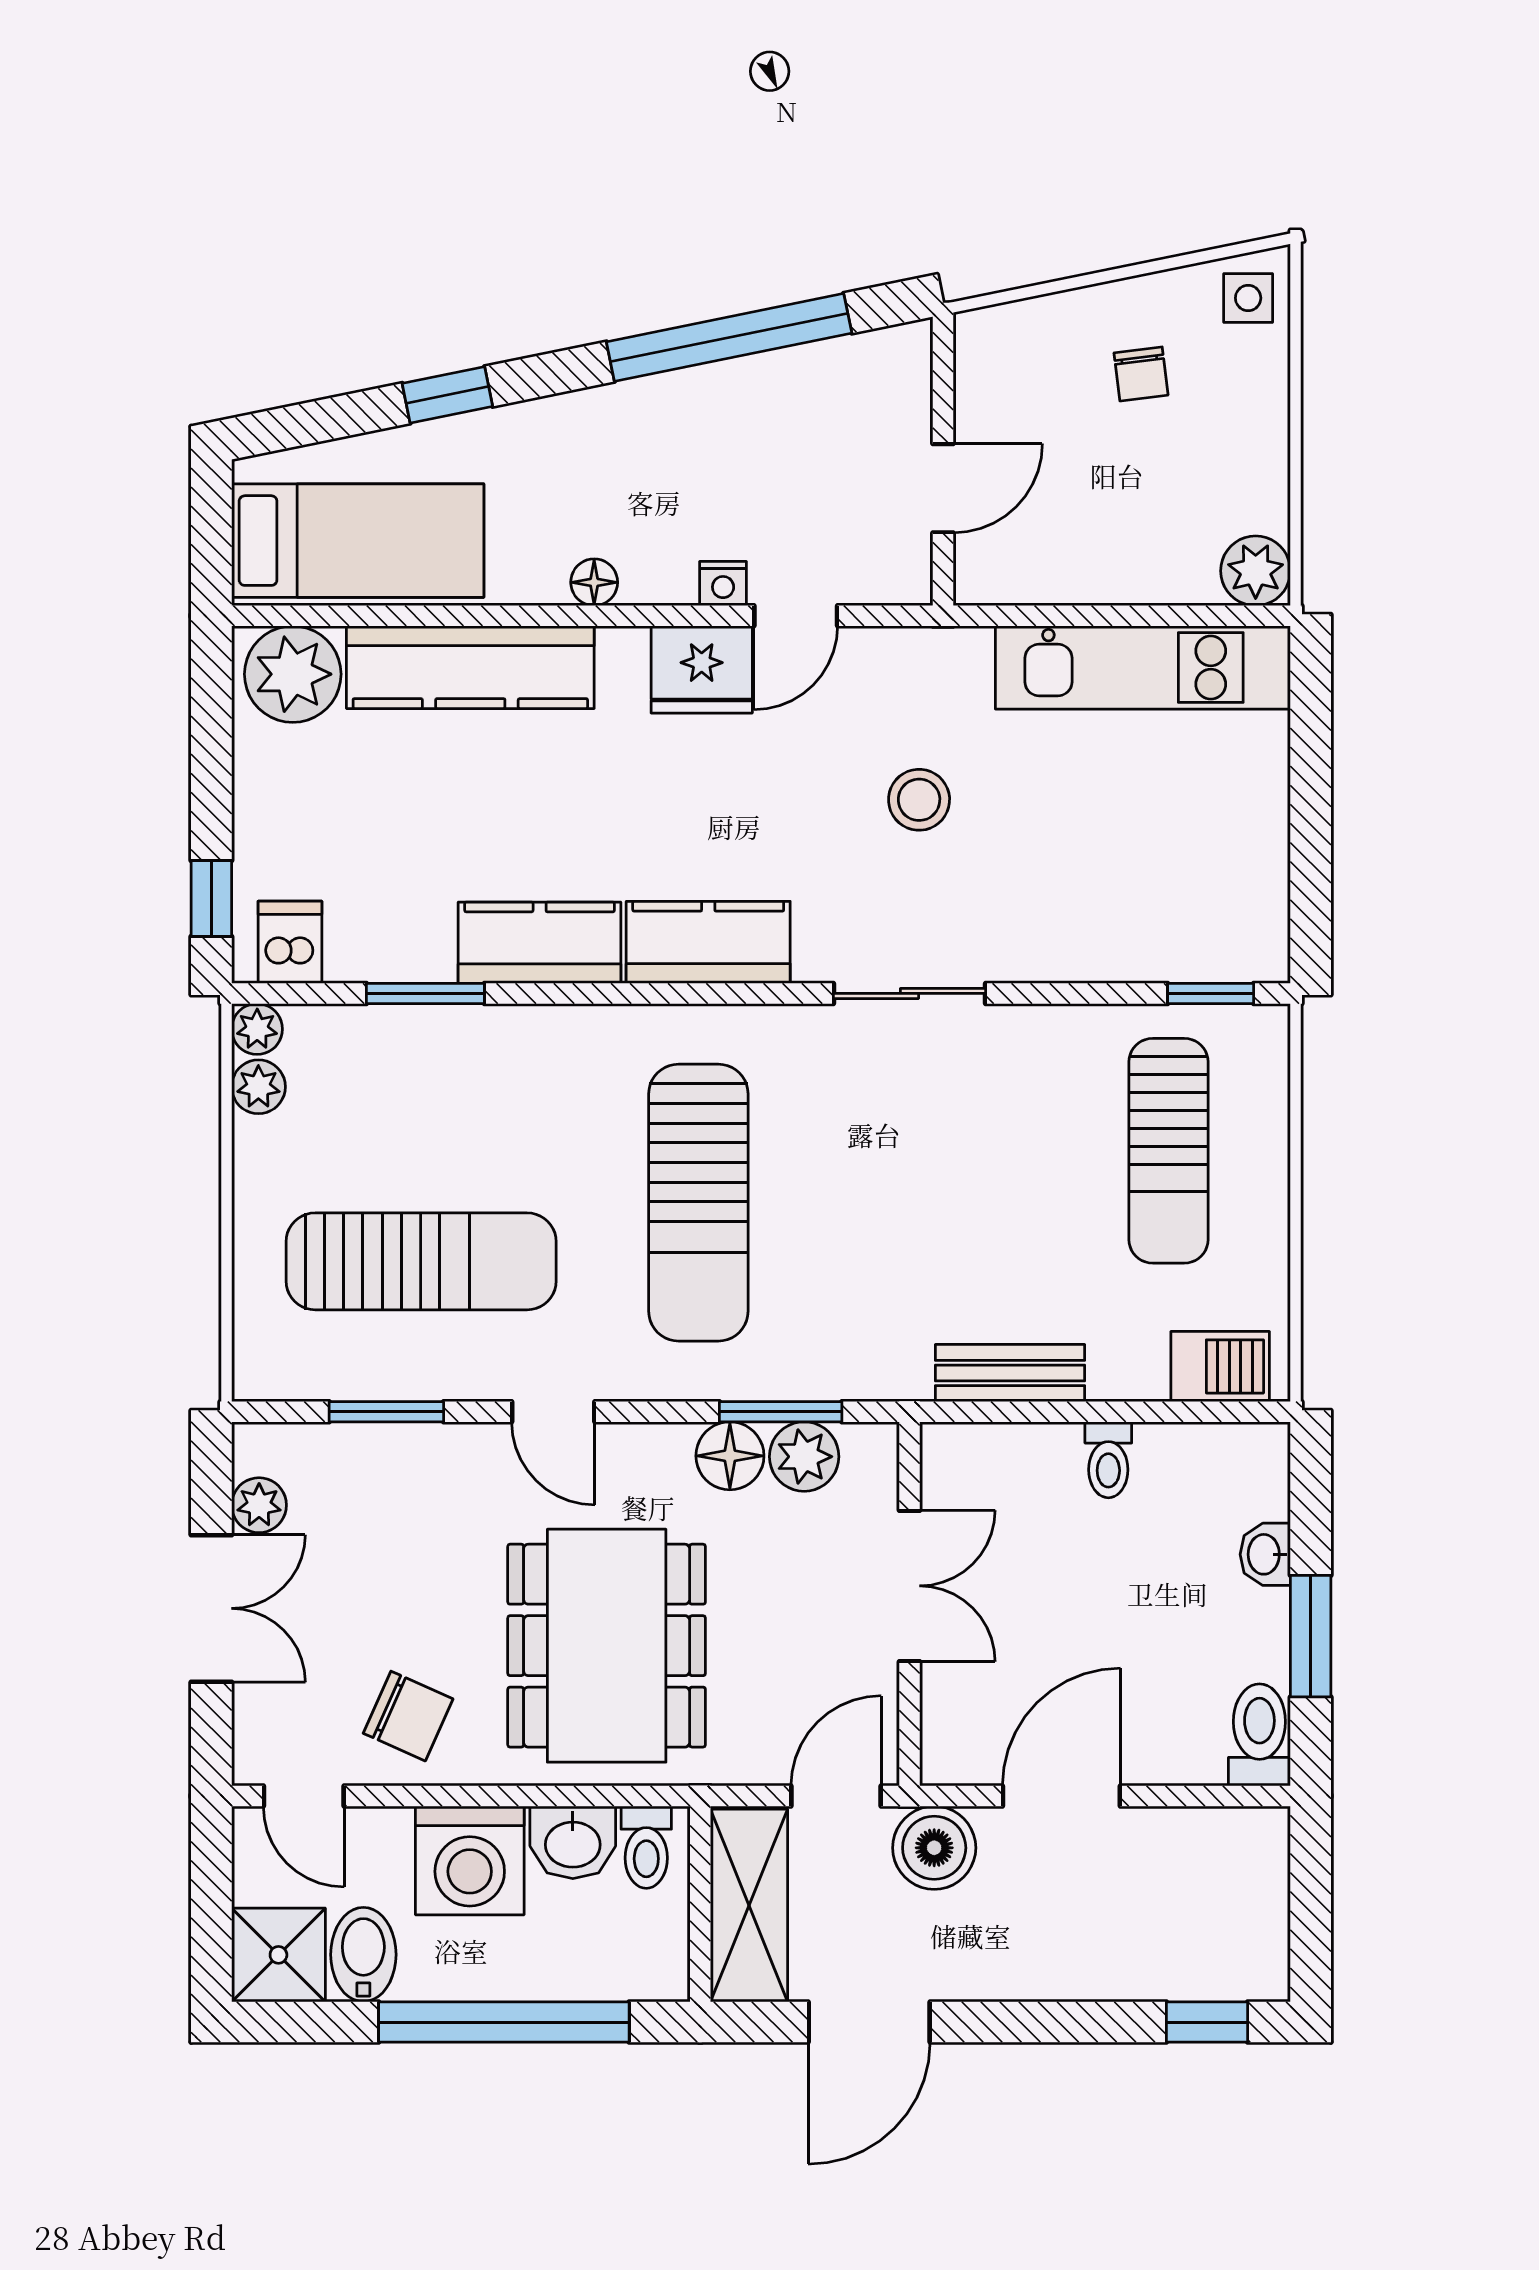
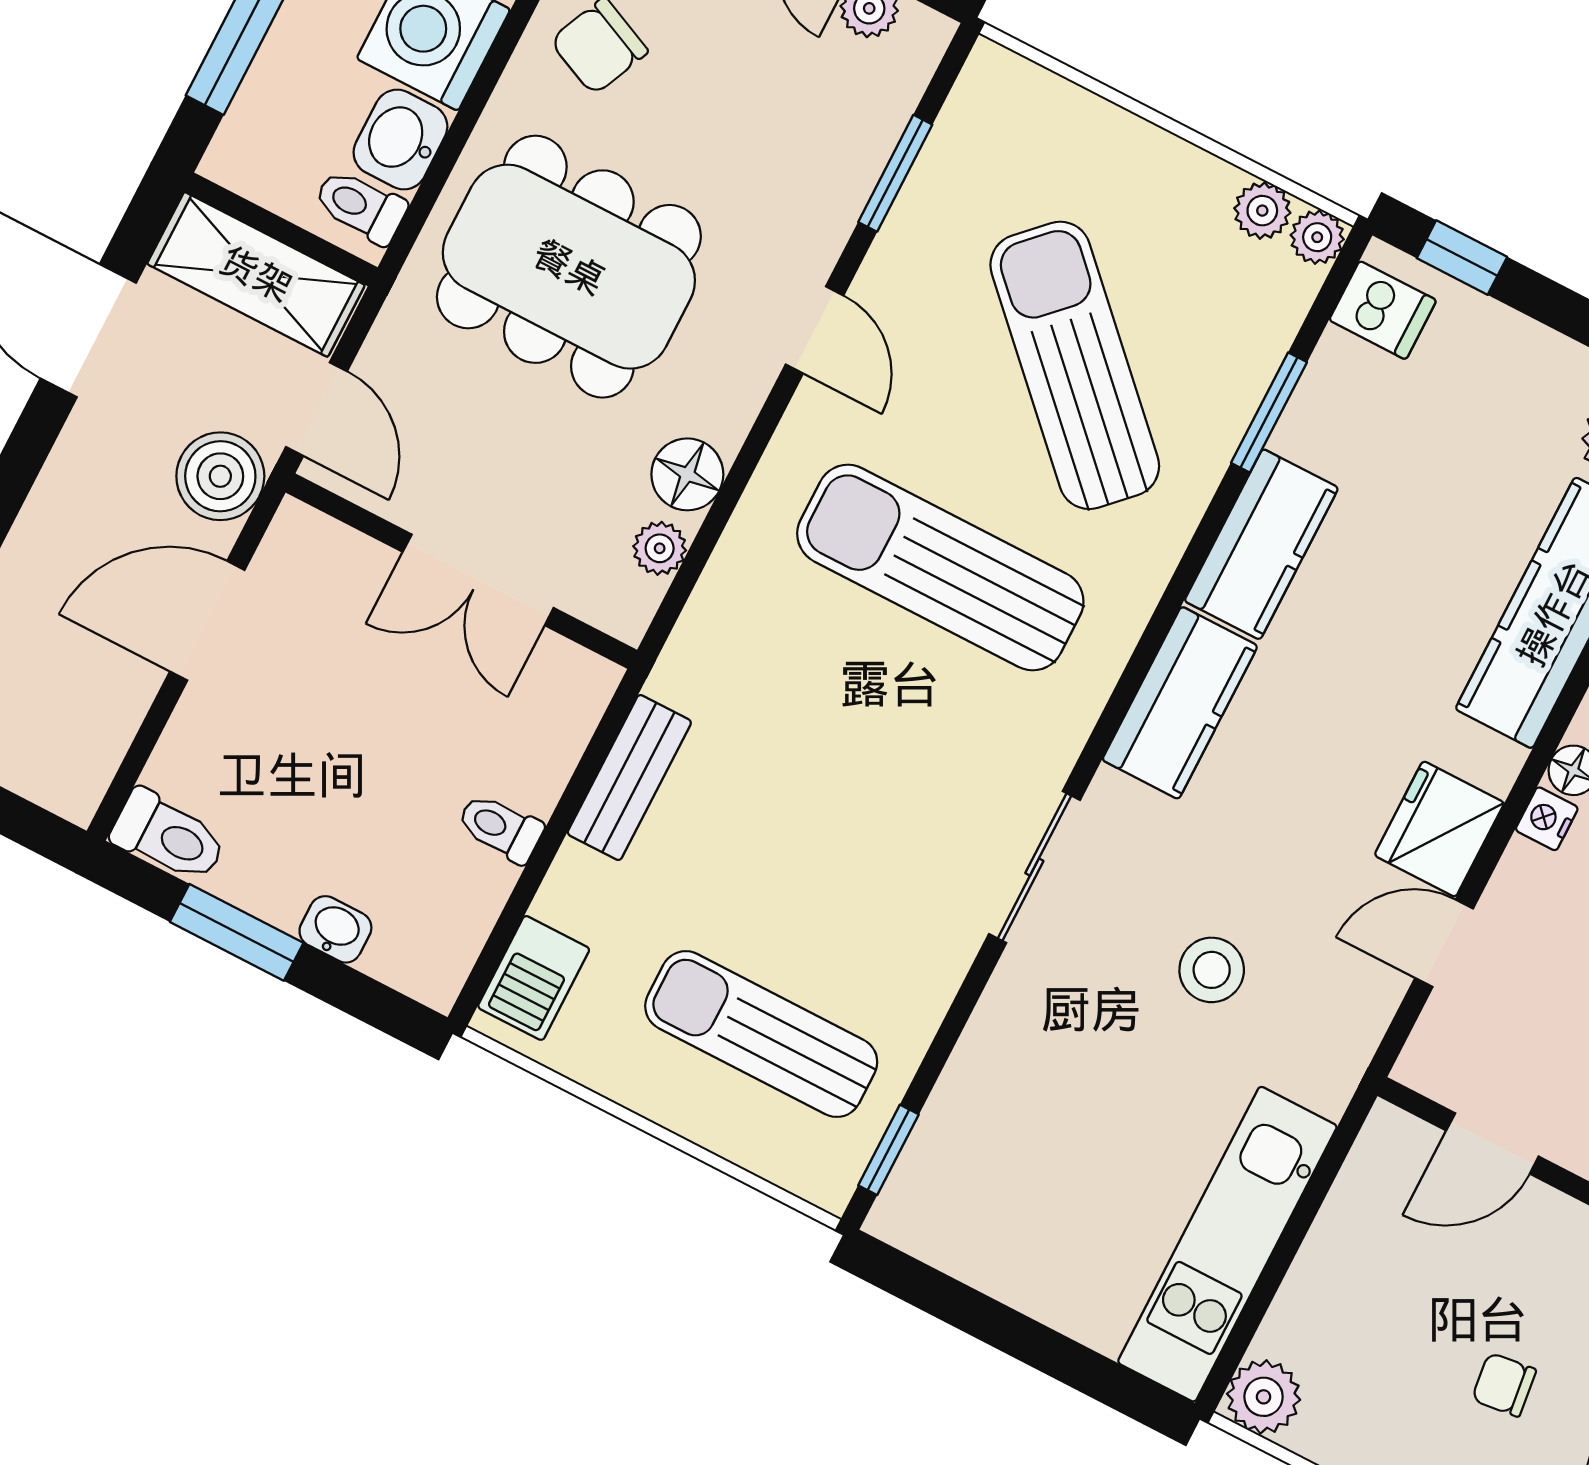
door: (943, 488) -> (1492, 1143), hinge flipped
nightstand: (723, 584) -> (1547, 819), moved
door: (796, 616) -> (1444, 943), hinge flipped
sun lounger: (421, 1261) -> (1075, 365), moved, turned 135
door: (553, 1412) -> (814, 330), swing flipped
window: (781, 1412) -> (704, 543), removed
plant: (804, 1457) -> (660, 548), width x0.73, depth x0.73
door: (1061, 1796) -> (207, 621), swing flipped

